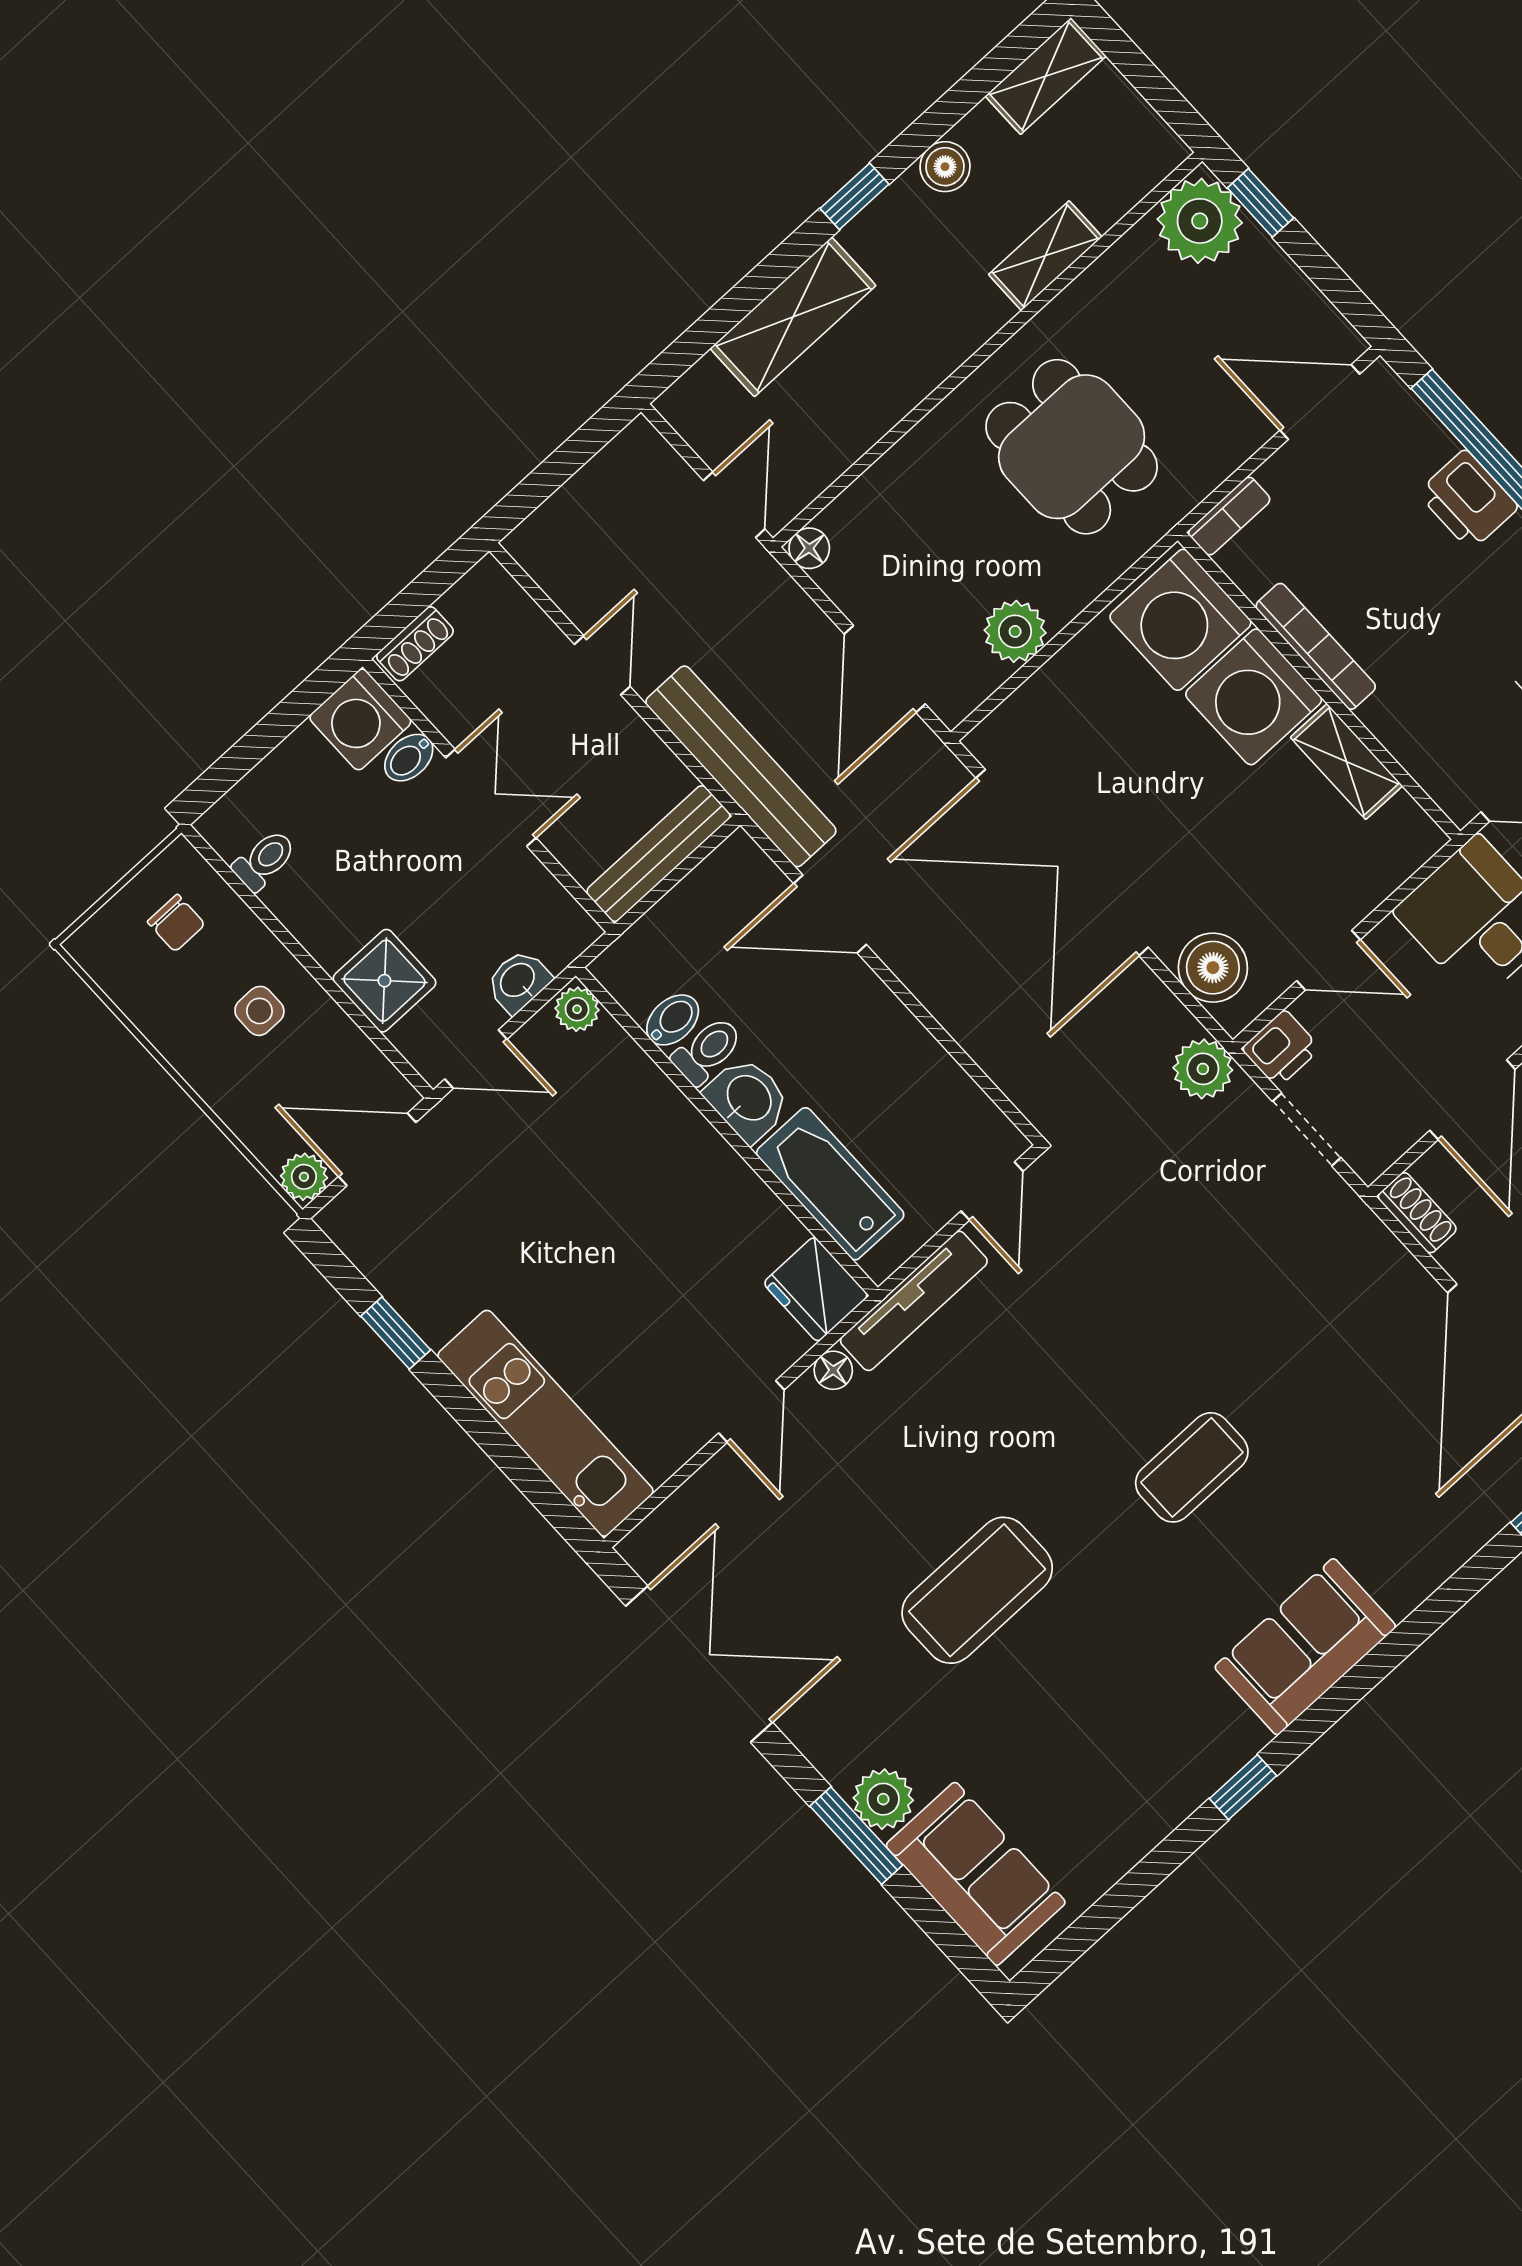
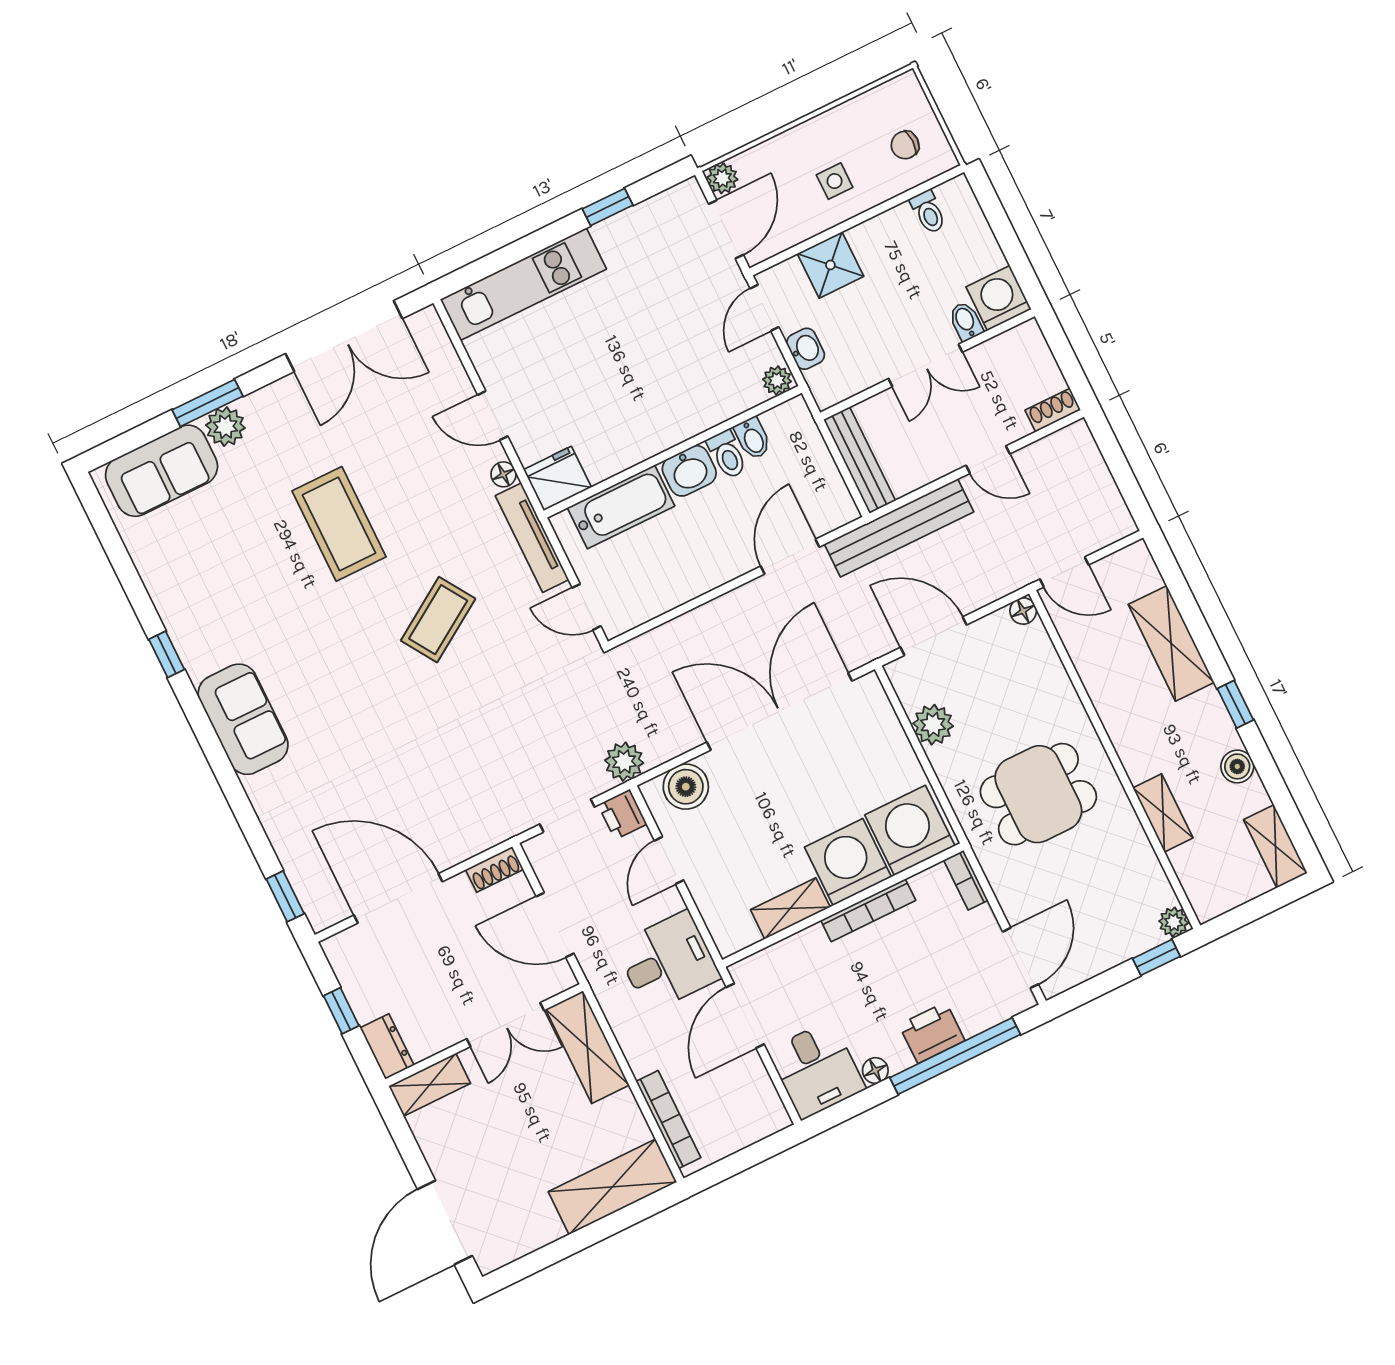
plant: (1200, 221) -> (1174, 922), width x0.53, depth x0.53
shoe rack: (415, 644) -> (1053, 410), moved, turned 90
coffee table: (1192, 1467) -> (438, 620), moved, turned 57

